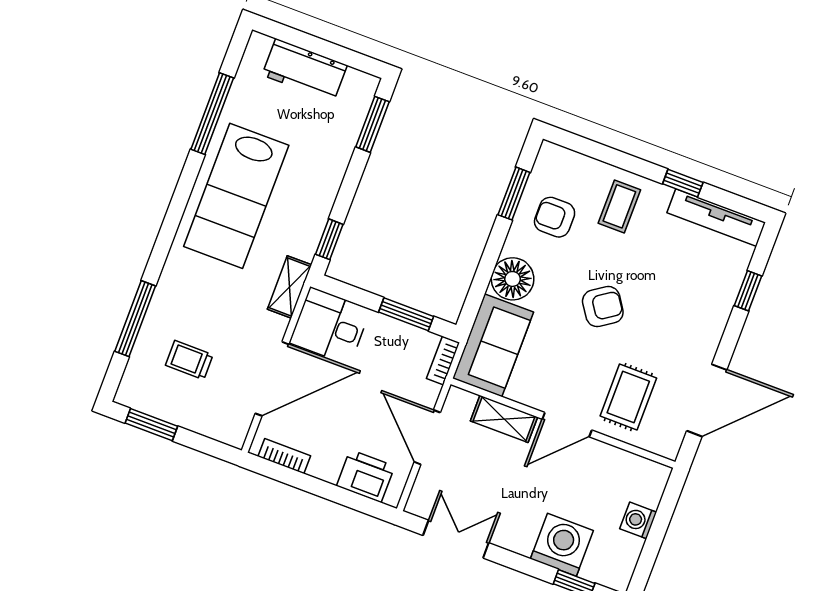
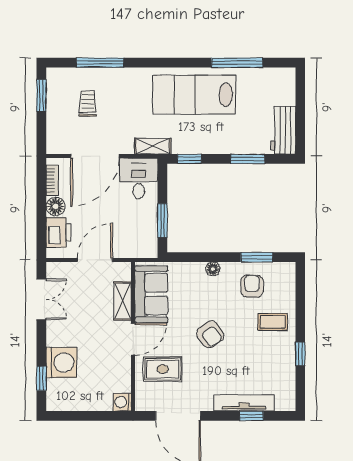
workbench: (305, 70) -> (283, 130), moved
window: (372, 124) -> (248, 159), moved
tv unit: (716, 218) -> (244, 403), moved, turned 90
floor lamp: (513, 279) -> (213, 269), width x0.53, depth x0.53
sofa: (493, 345) -> (151, 294), moved, turned -90
bookcase: (443, 361) -> (143, 252), removed
door: (272, 379) -> (95, 156), hinge flipped
door: (567, 425) -> (133, 339), swing flipped
floor lamp: (325, 466) -> (56, 207), added
washing machine: (638, 520) -> (122, 402), moved, turned -90

